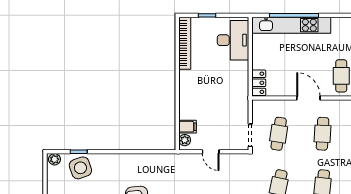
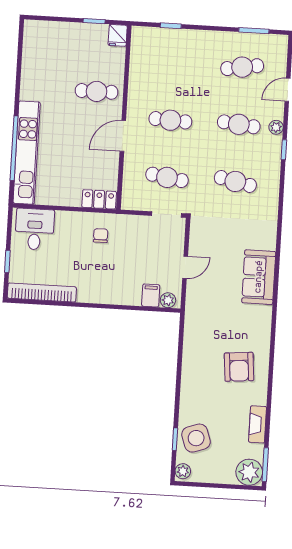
desk: (233, 40) -> (35, 229), width x0.73
chair: (231, 86) -> (101, 236), added

